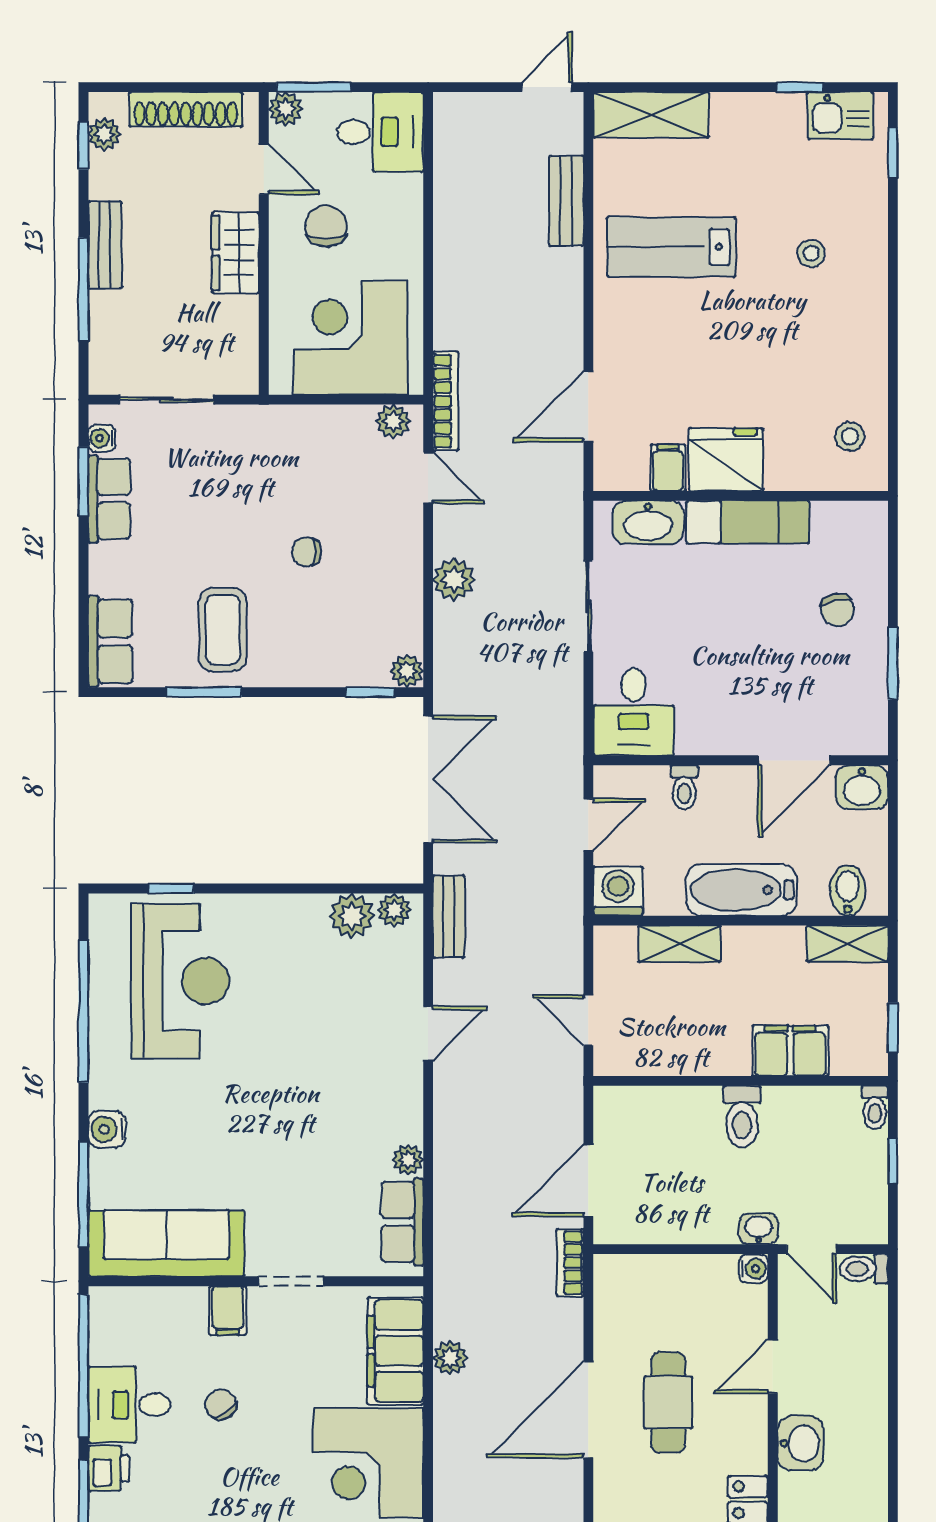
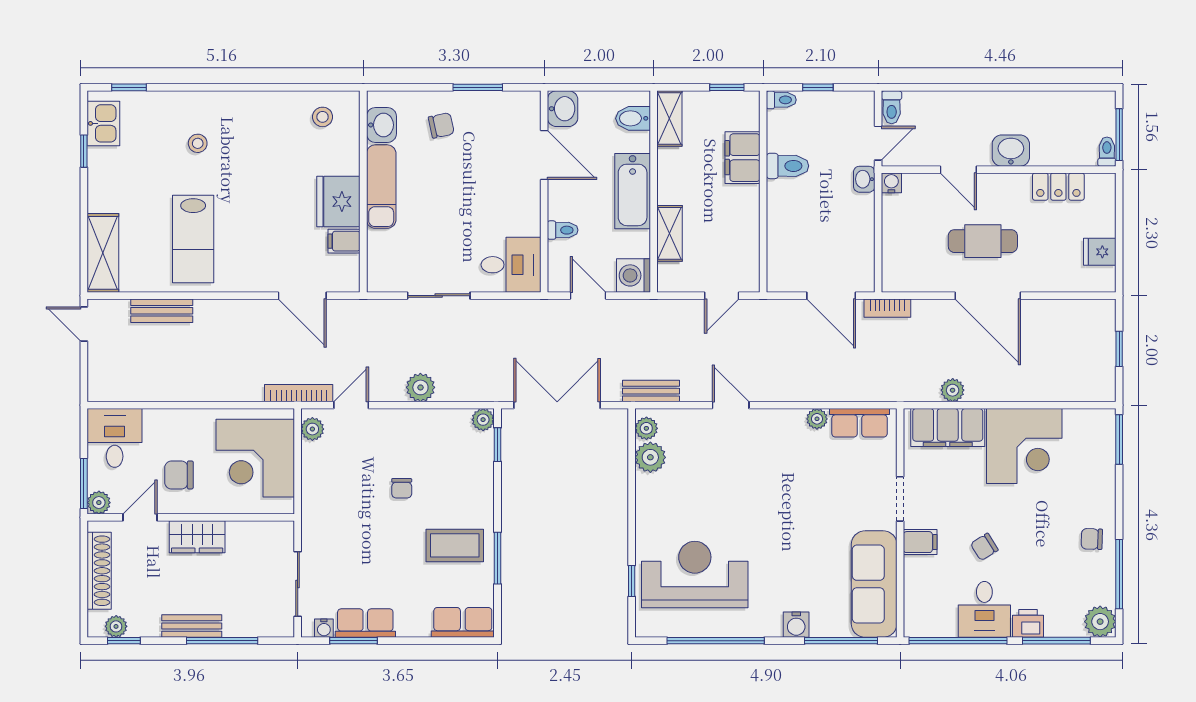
washbasin: (648, 522) -> (381, 125), moved, width x0.72
toilet: (742, 1117) -> (787, 166), moved

